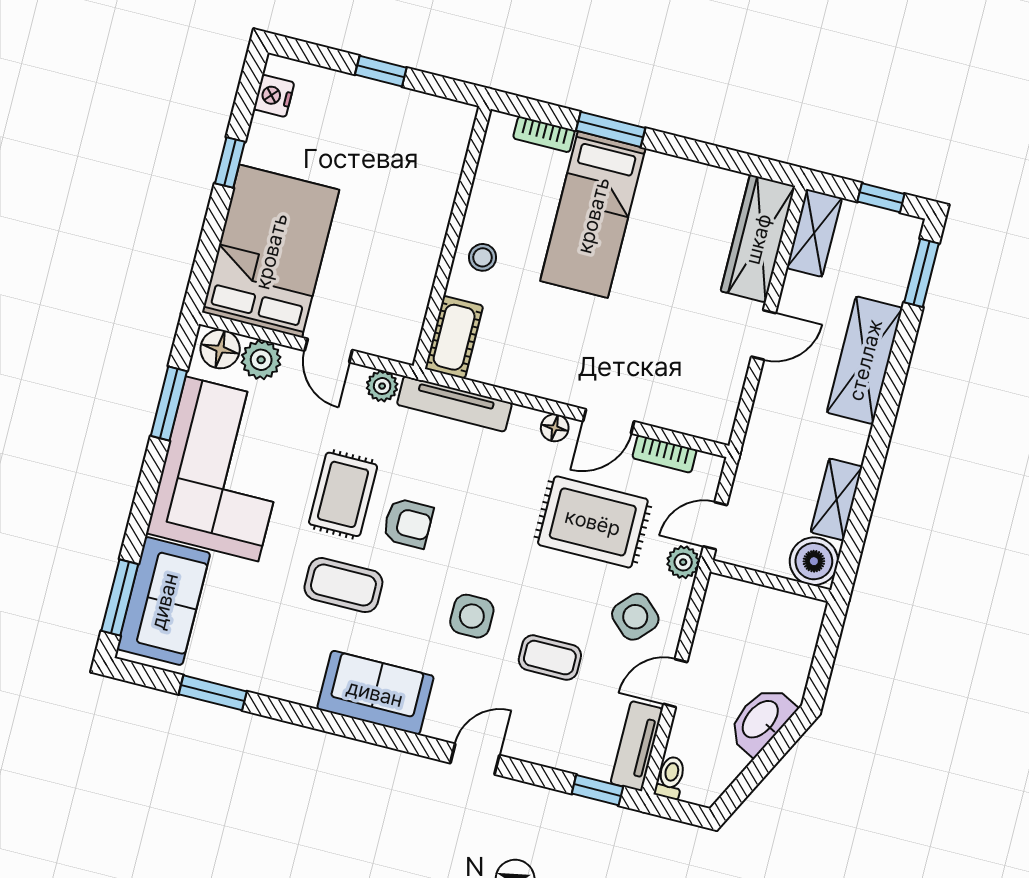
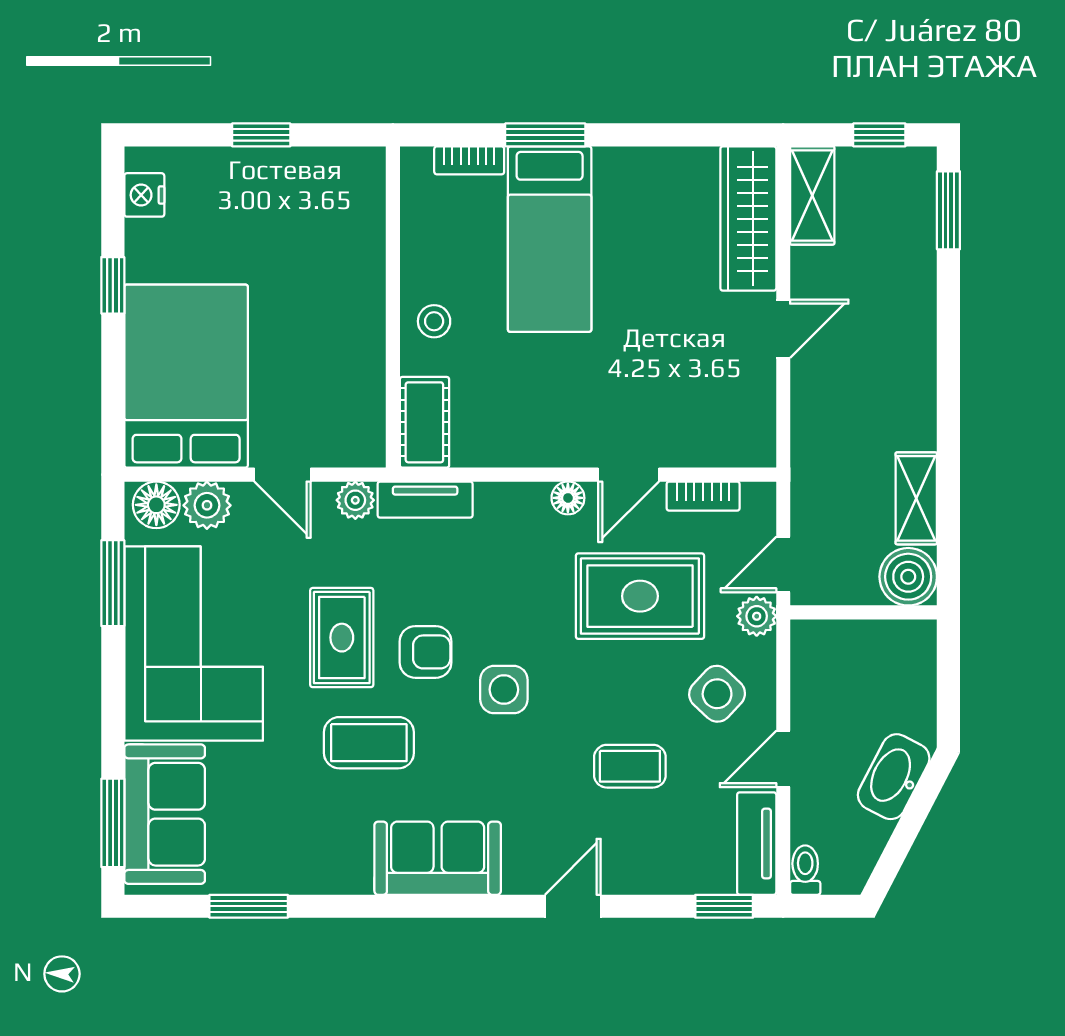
shelving: (865, 360) -> (908, 328), removed
tv unit: (454, 404) -> (425, 500), width x0.71
side table: (472, 616) -> (504, 690), moved

